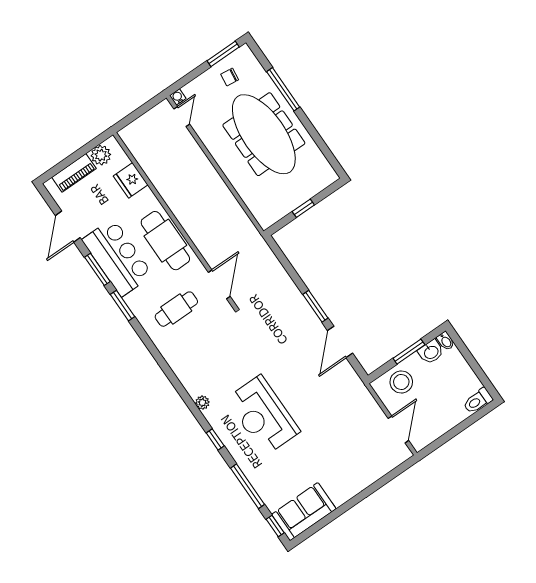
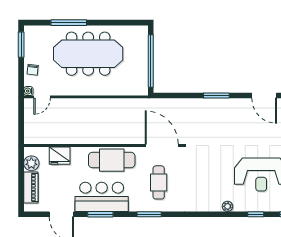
chair: (230, 77) -> (33, 70), moved
door: (182, 116) -> (42, 97), swing flipped
window: (303, 208) -> (151, 61), width x3.17
door: (219, 284) -> (162, 145), width x1.36
window: (122, 306) -> (149, 214), moved
door: (340, 342) -> (264, 96), moved

